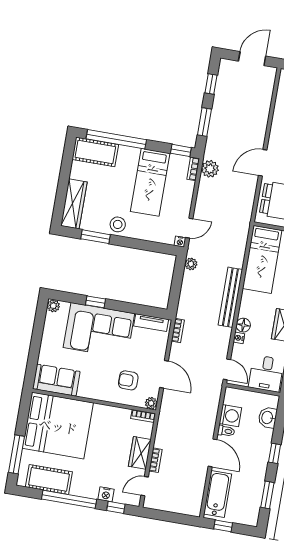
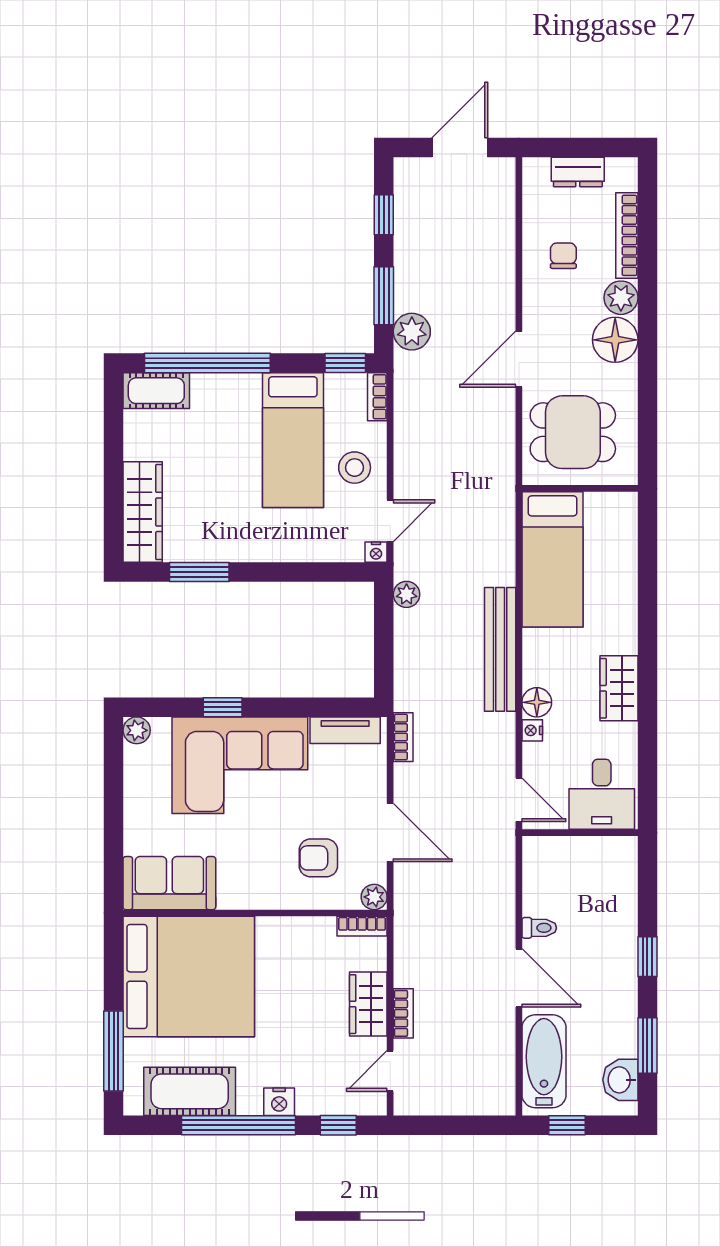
cot: (95, 152) -> (156, 391), width x0.73, depth x0.75
plant: (210, 169) -> (412, 332), moved
stool: (118, 224) -> (355, 468), moved
washing machine: (230, 416) -> (542, 894), removed
washbasin: (268, 418) -> (620, 1080), moved
nightstand: (106, 494) -> (279, 1102), moved

